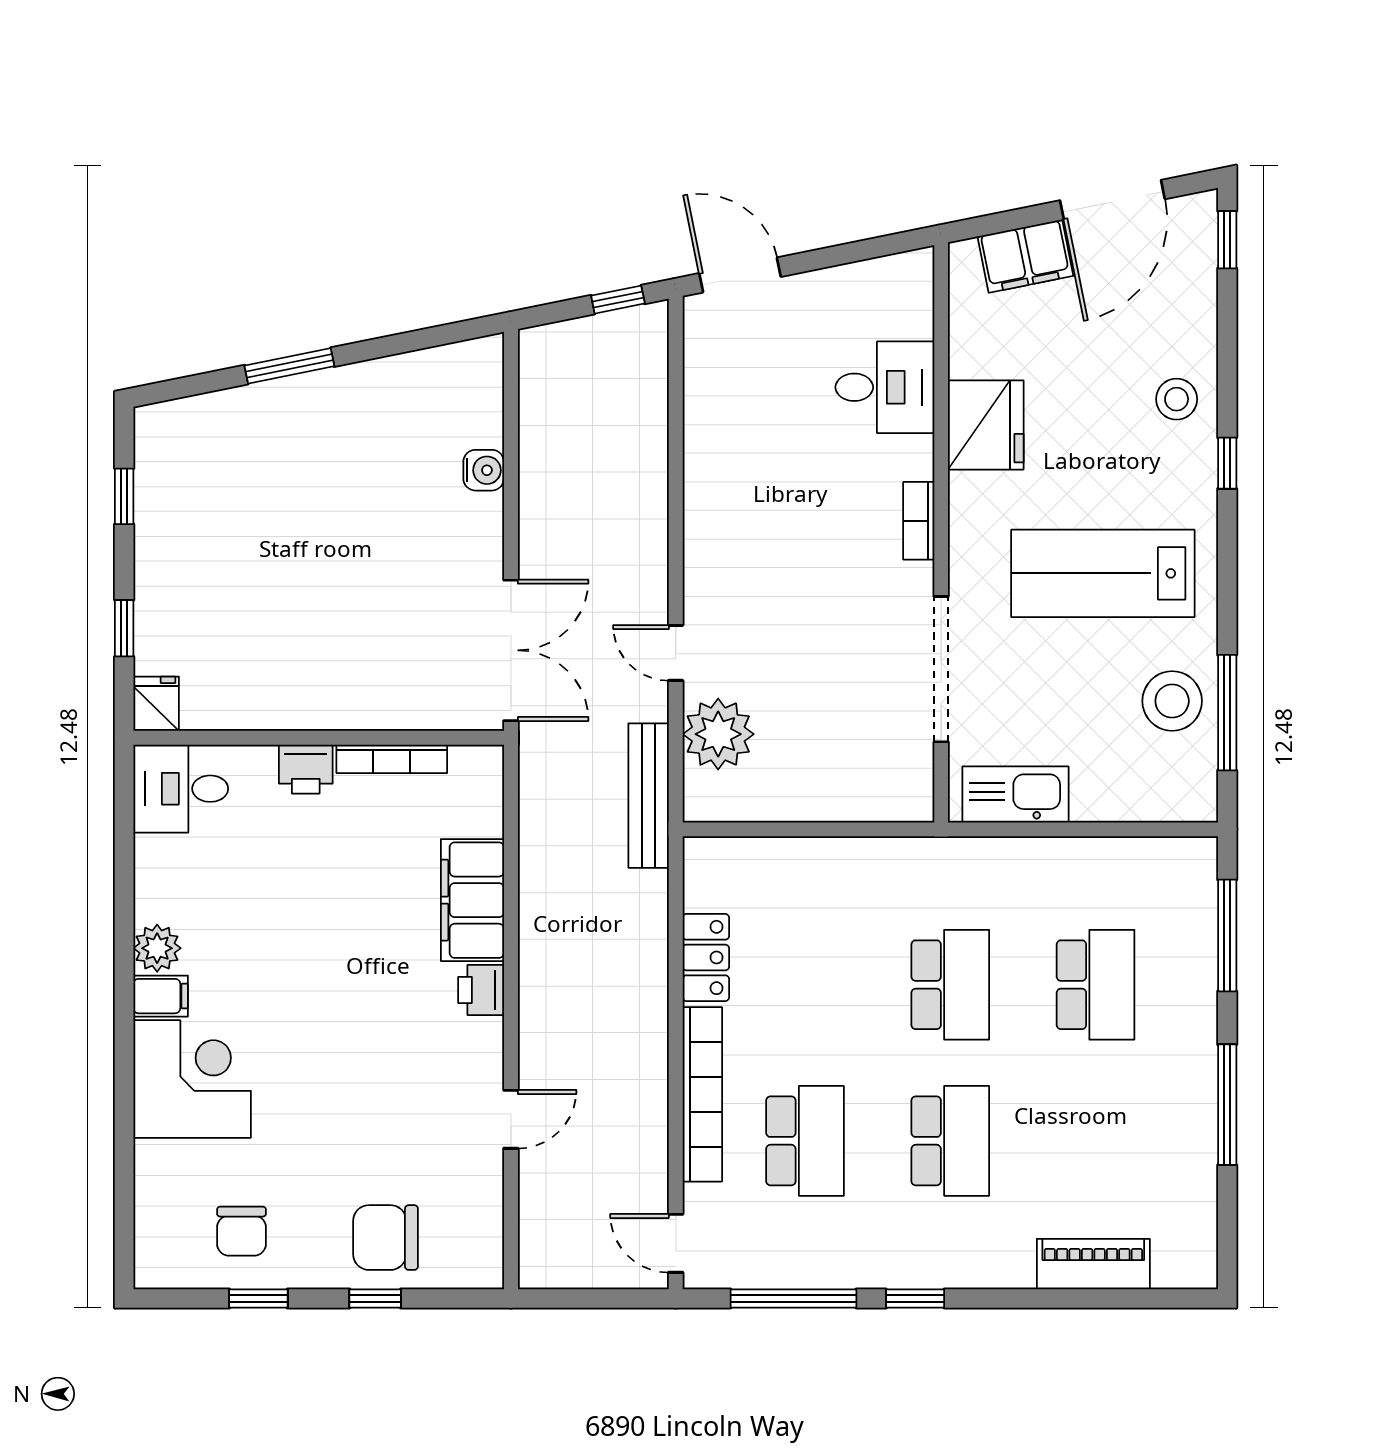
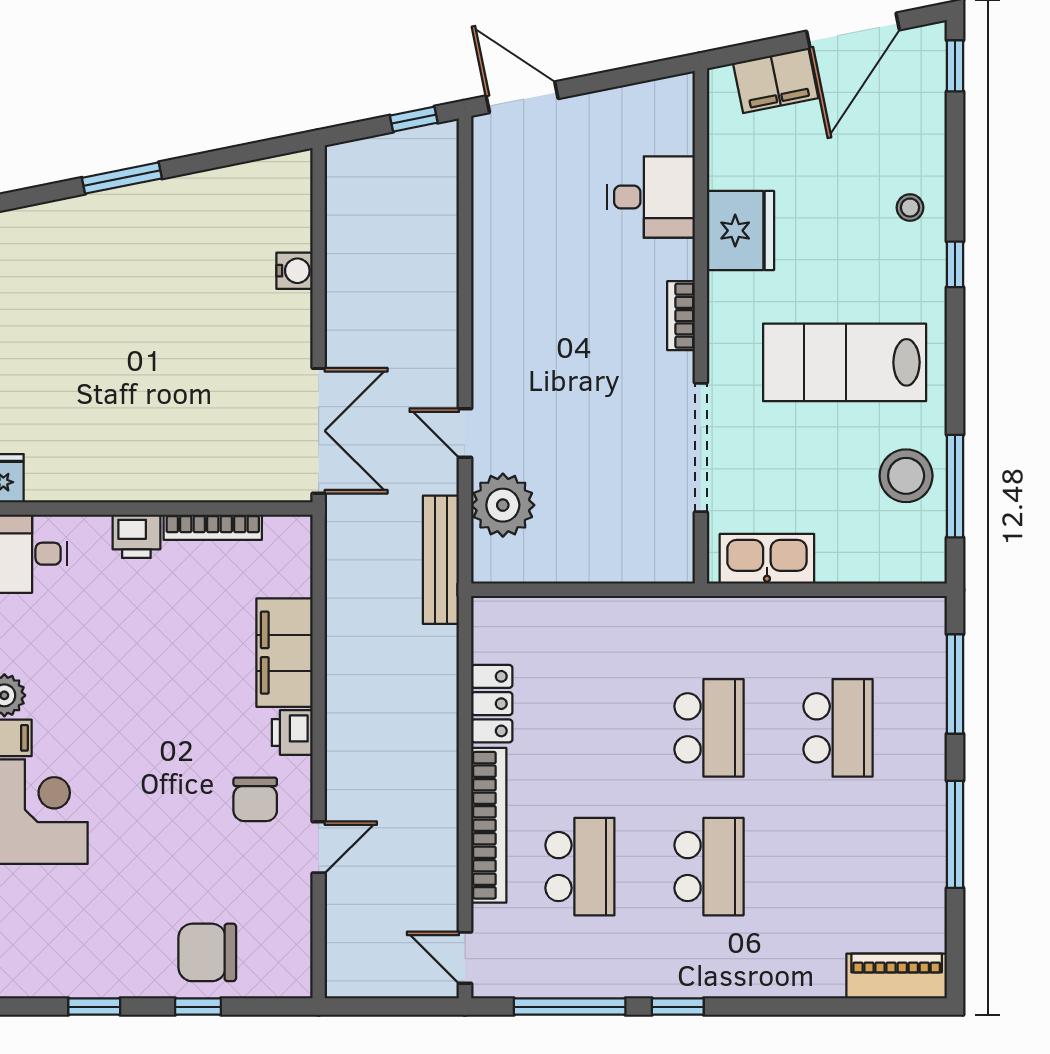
stool: (1177, 399) -> (910, 208), width x0.73, depth x0.73
chair: (242, 1231) -> (255, 799), moved
piano: (1093, 1264) -> (897, 976), moved

